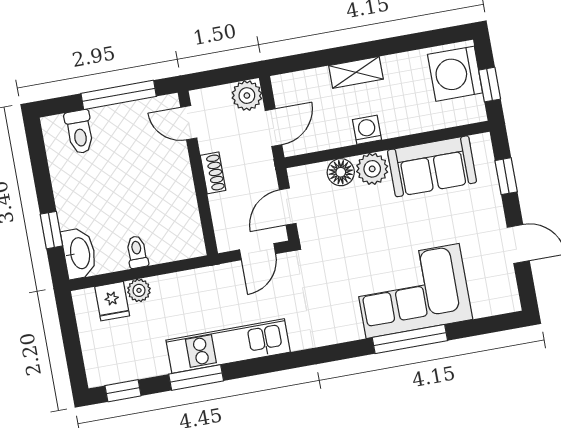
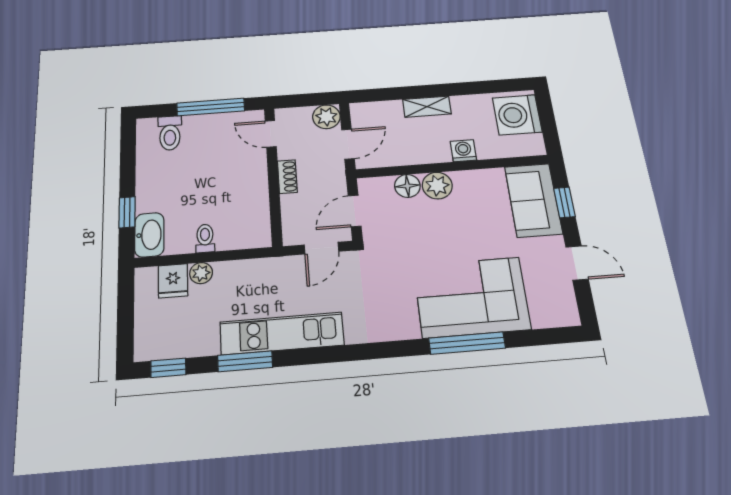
window: (490, 85) -> (549, 126), removed
washing machine: (367, 130) -> (463, 151), moved
sofa: (432, 166) -> (533, 200), moved, turned 90

